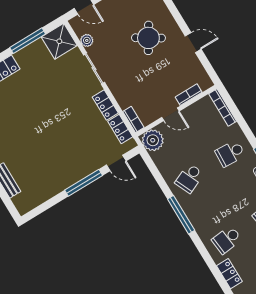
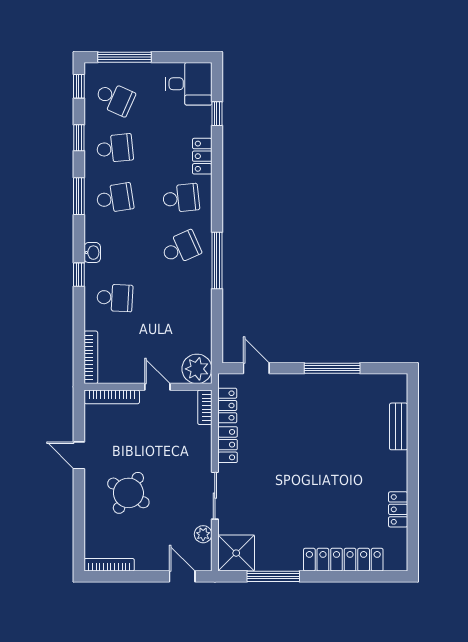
bookcase: (189, 95) -> (112, 397), width x1.56
school desk: (189, 178) -> (181, 248), moved
window: (84, 183) -> (332, 368), moved

